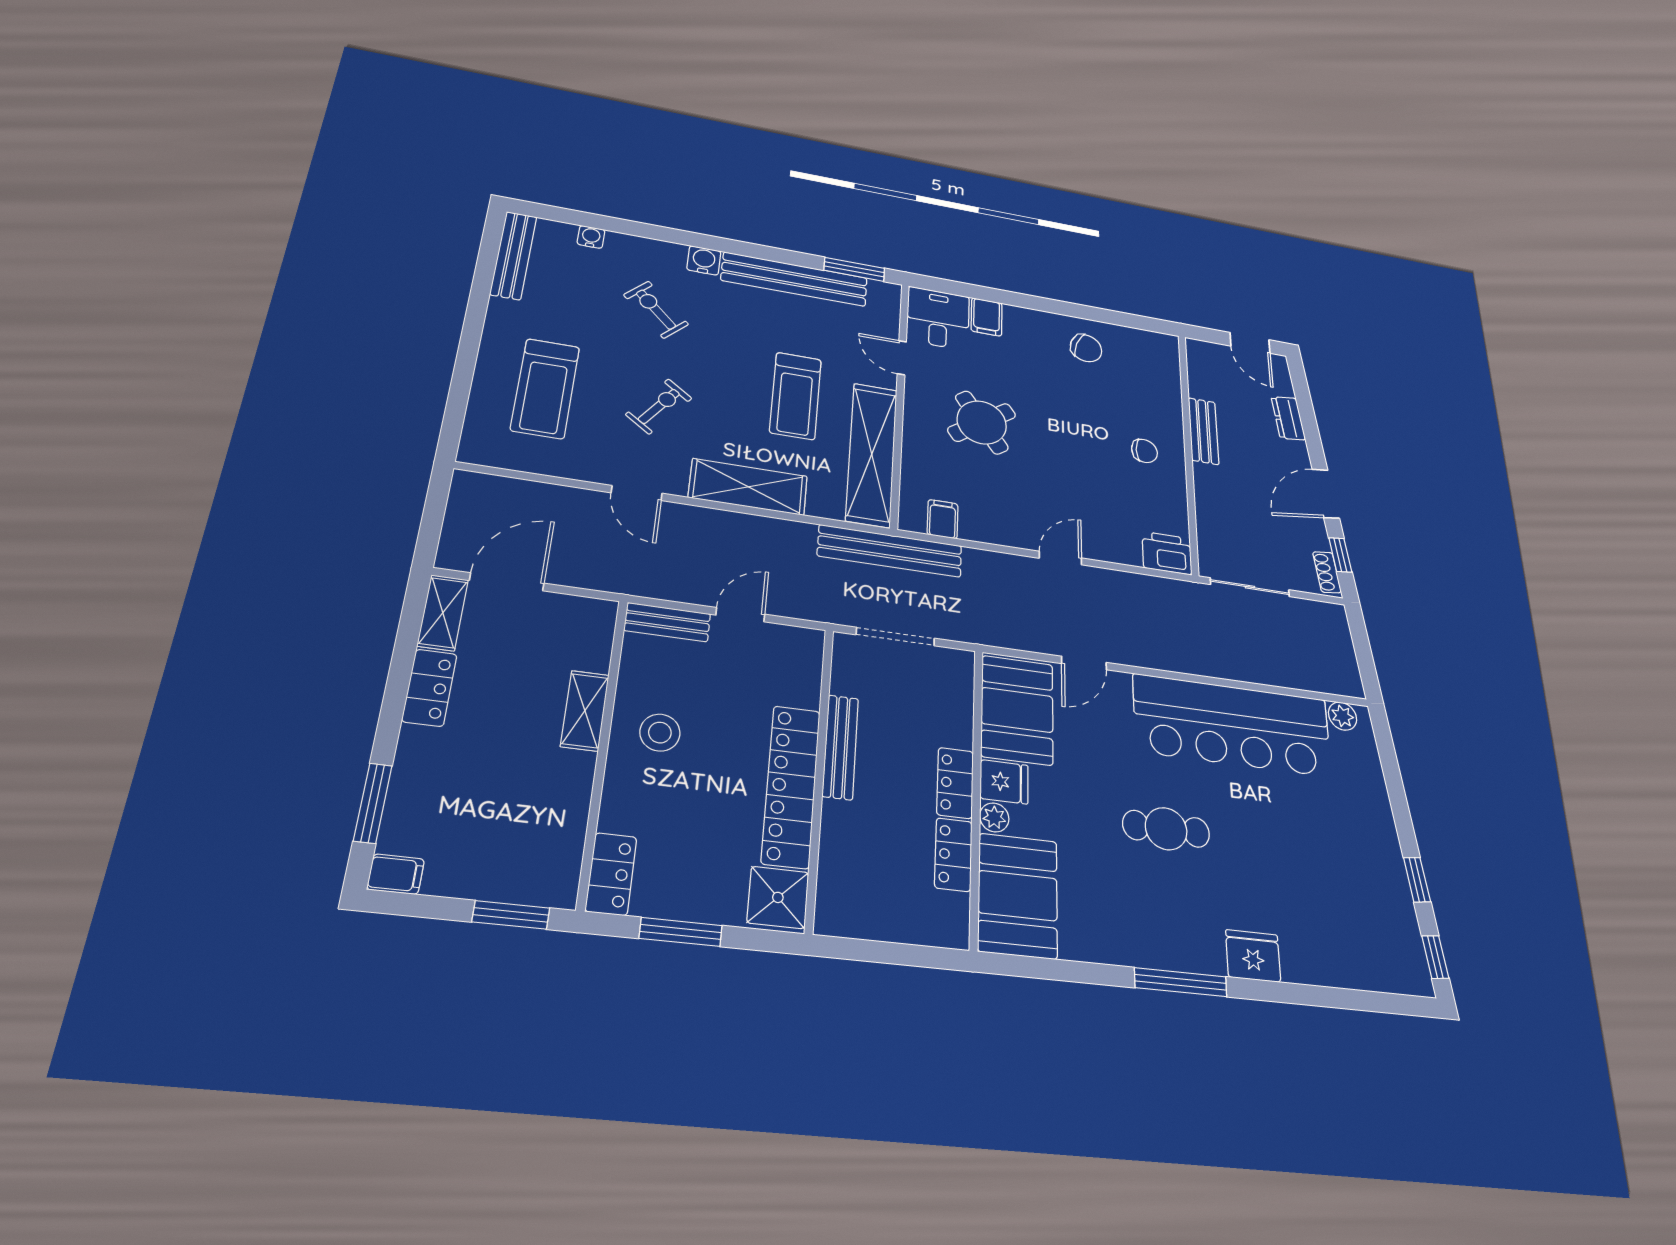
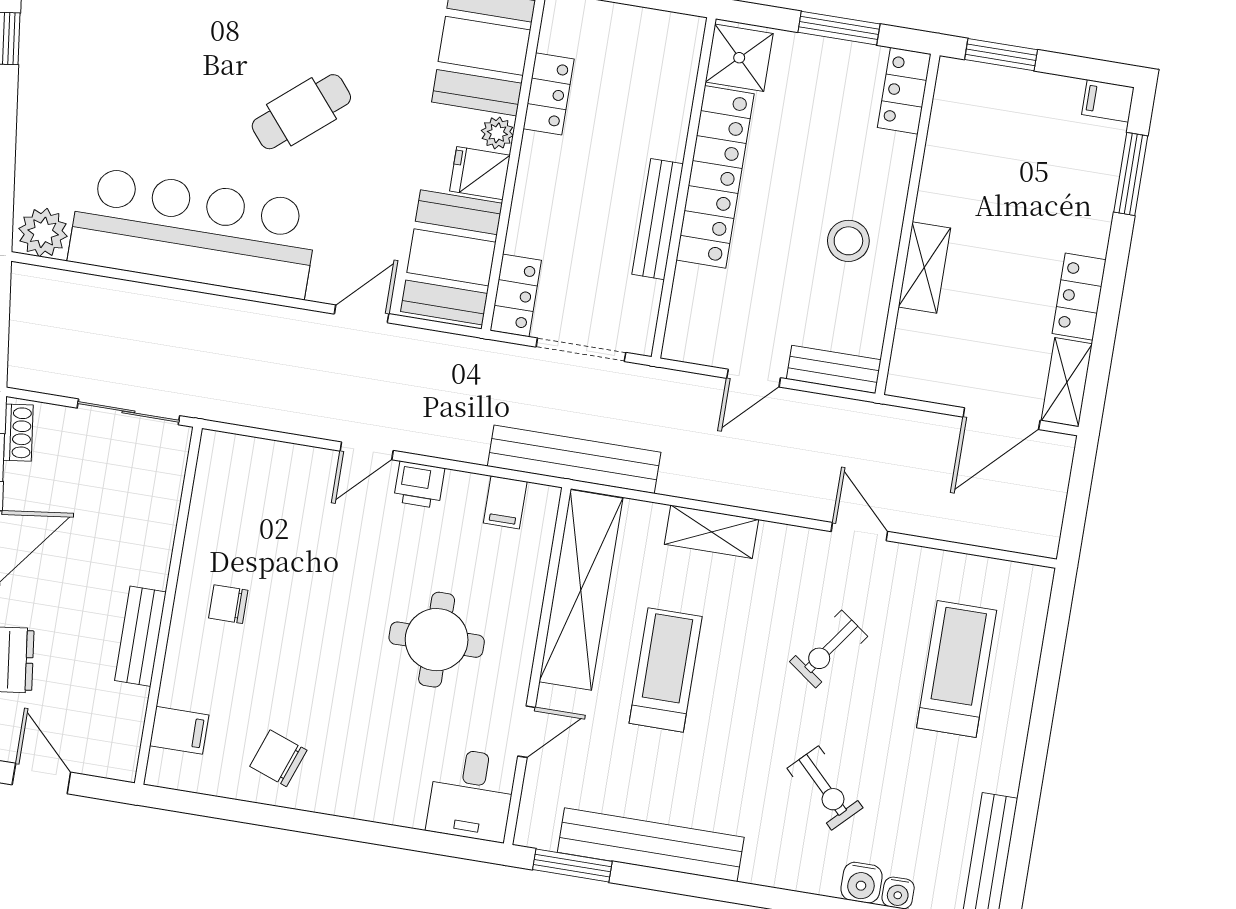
water cooler: (704, 260) -> (861, 883), moved
filing cabinet: (987, 317) -> (179, 730), moved, turned 90
door: (902, 358) -> (527, 732), hinge flipped
round table: (982, 422) -> (437, 640), turned 35
shelving: (748, 487) -> (711, 532), width x0.67, depth x0.75
printer: (1167, 553) -> (419, 485), moved, width x0.73, depth x0.81
plant: (1343, 716) -> (43, 232), width x1.38, depth x1.38
locker: (955, 783) -> (516, 295), moved
cafe table: (1166, 829) -> (301, 112), turned -40

